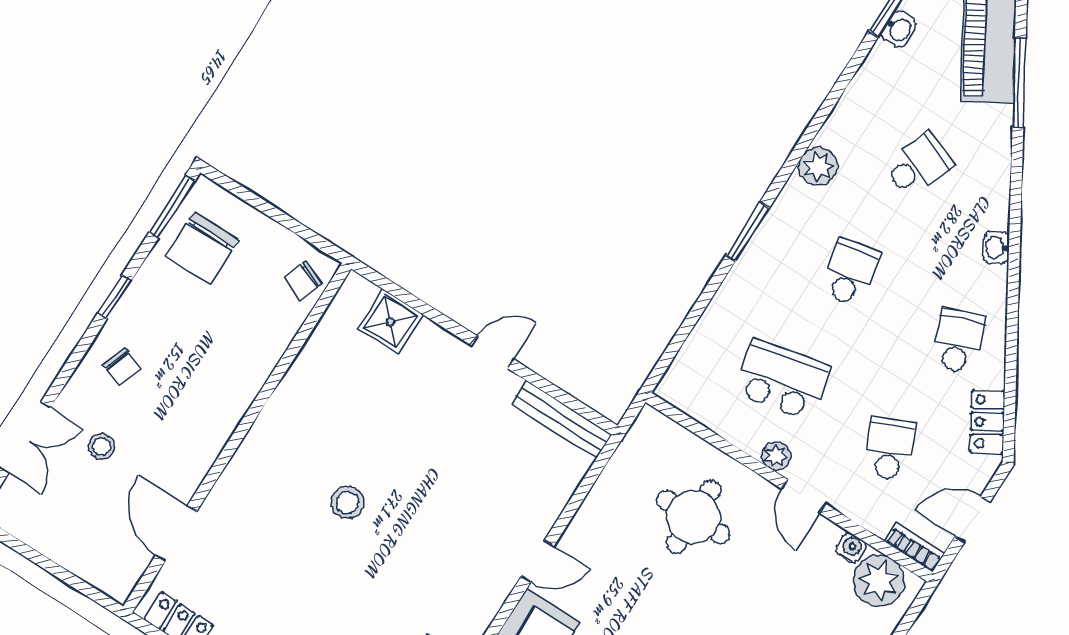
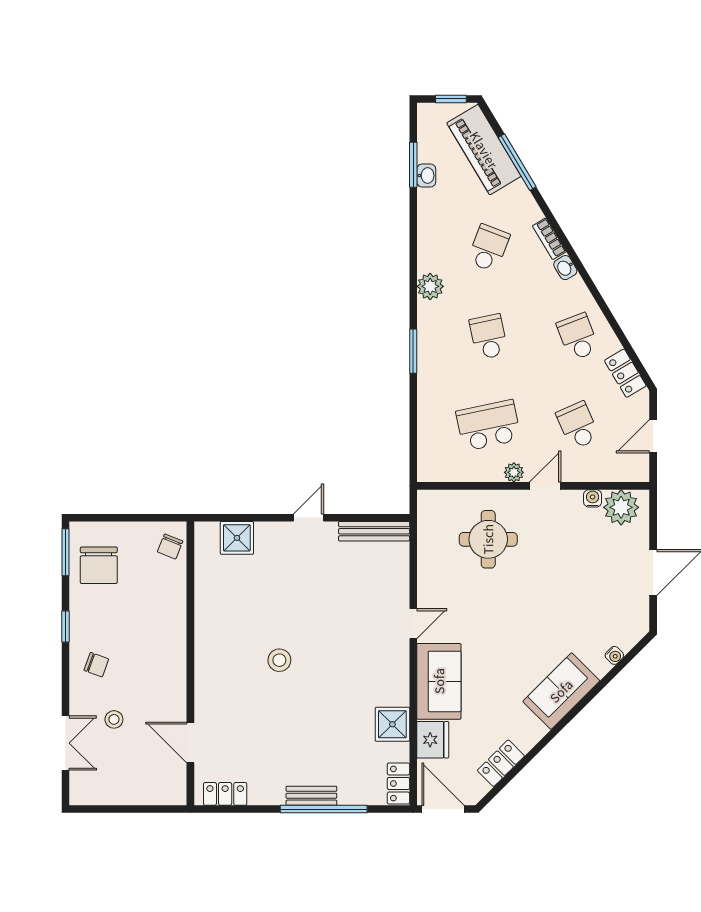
door: (804, 496) -> (545, 486), swing flipped
bookcase: (915, 547) -> (549, 239), moved, turned -121

